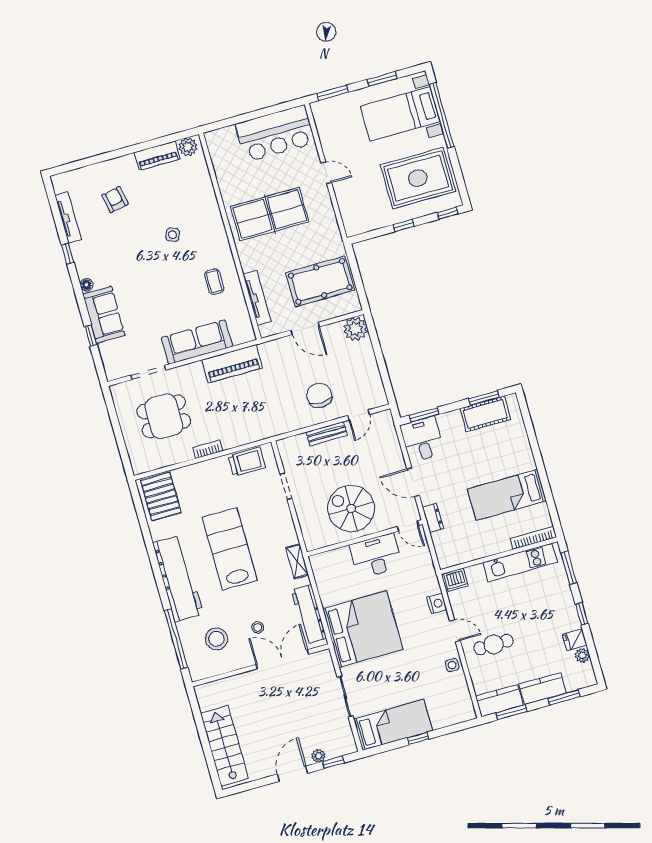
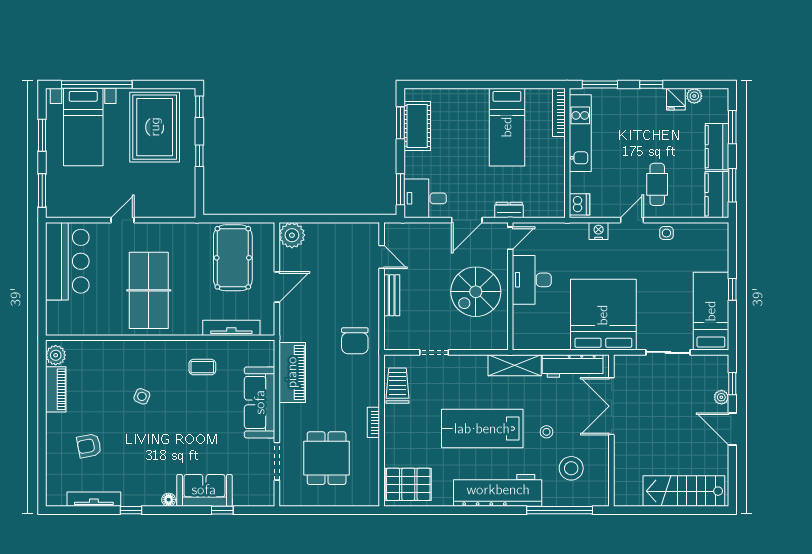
chair: (319, 395) -> (355, 341), moved, turned -90
shelving: (297, 561) -> (515, 365), width x1.50, depth x1.33
stool: (258, 627) -> (546, 432), moved

